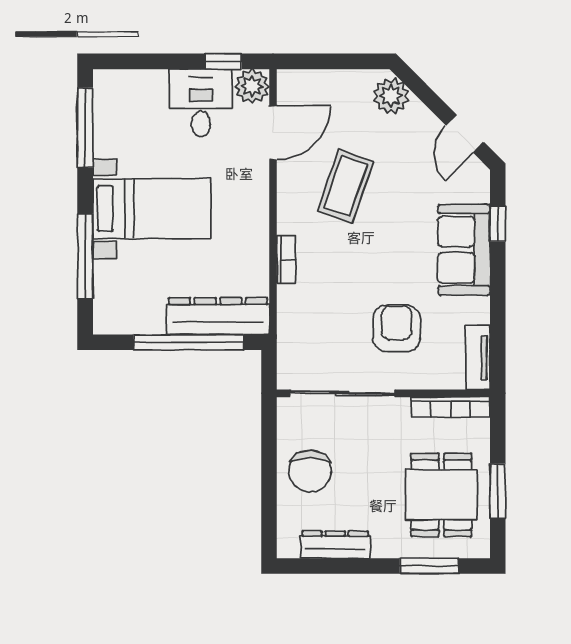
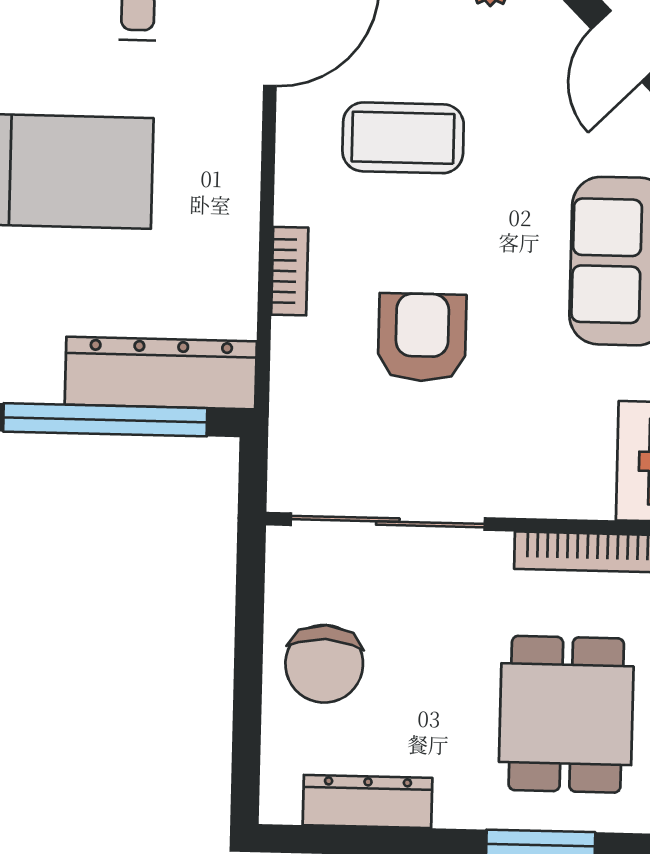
coffee table: (346, 186) -> (403, 138), turned 71
armchair: (397, 328) -> (422, 337), moved

